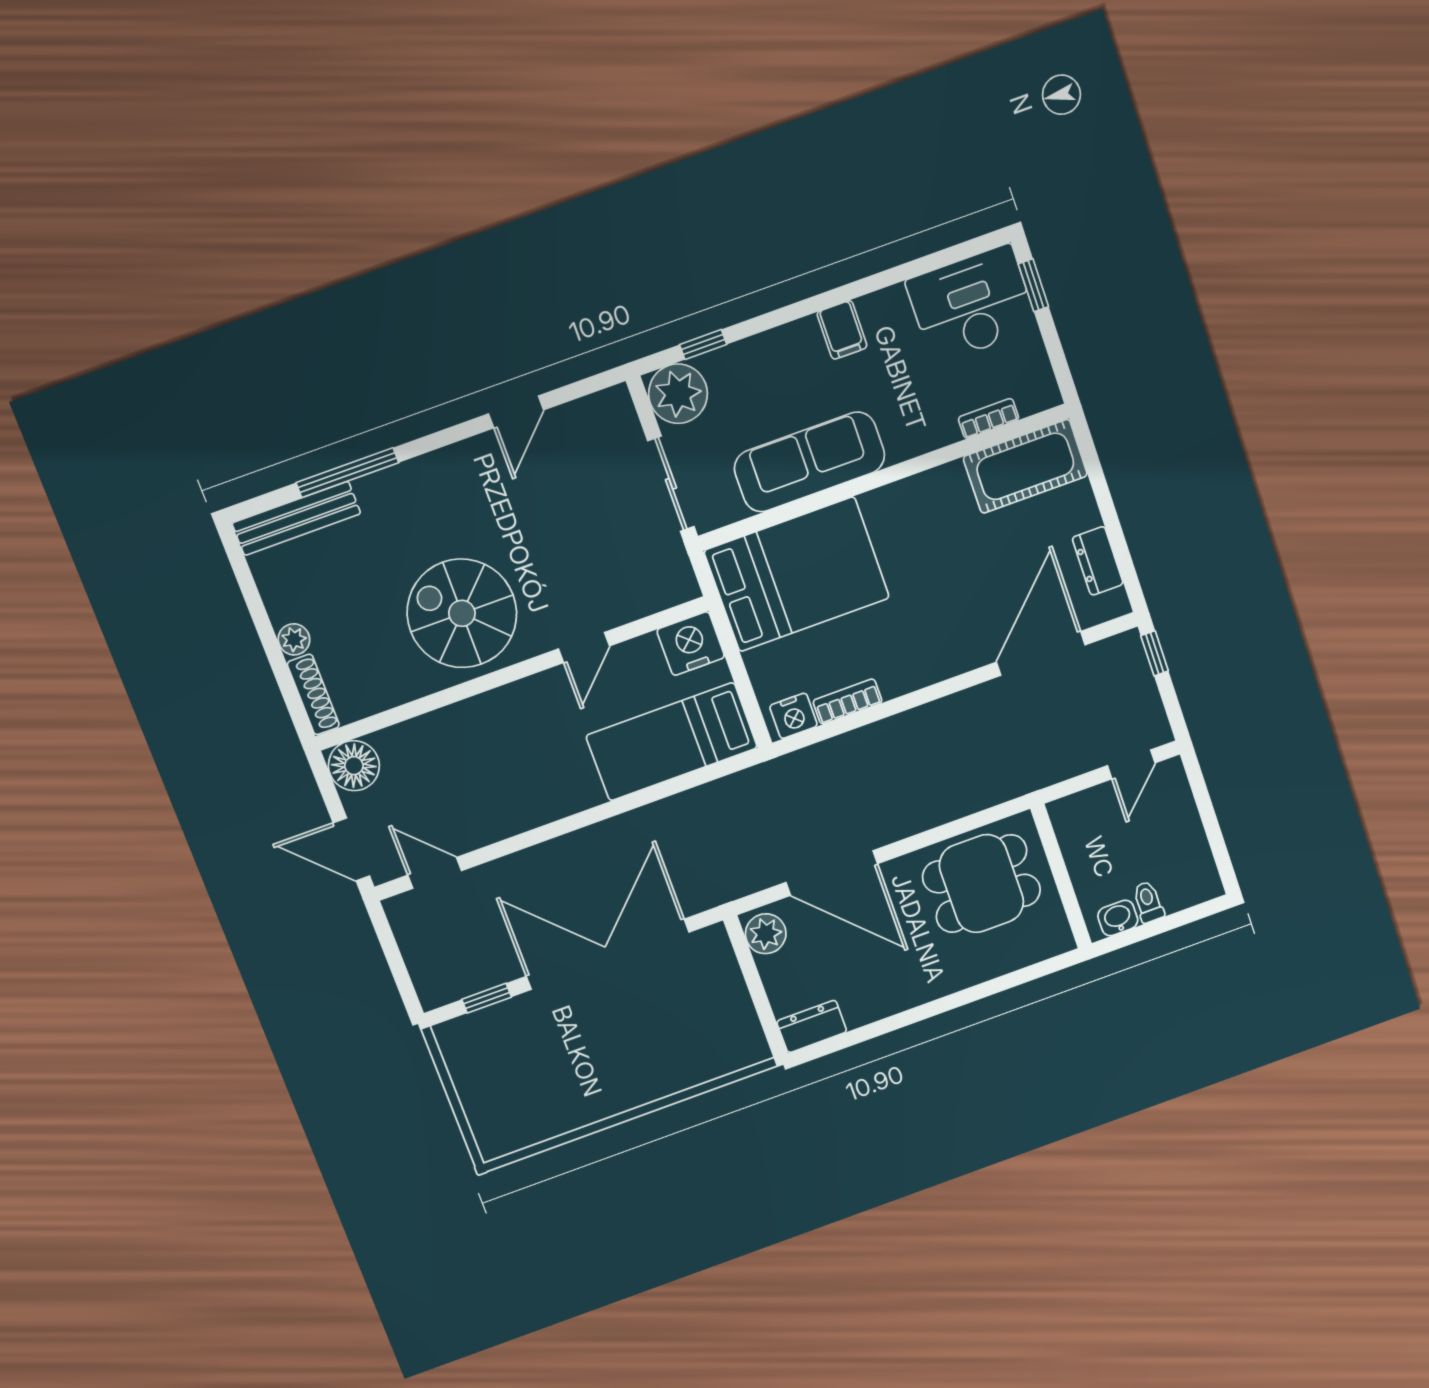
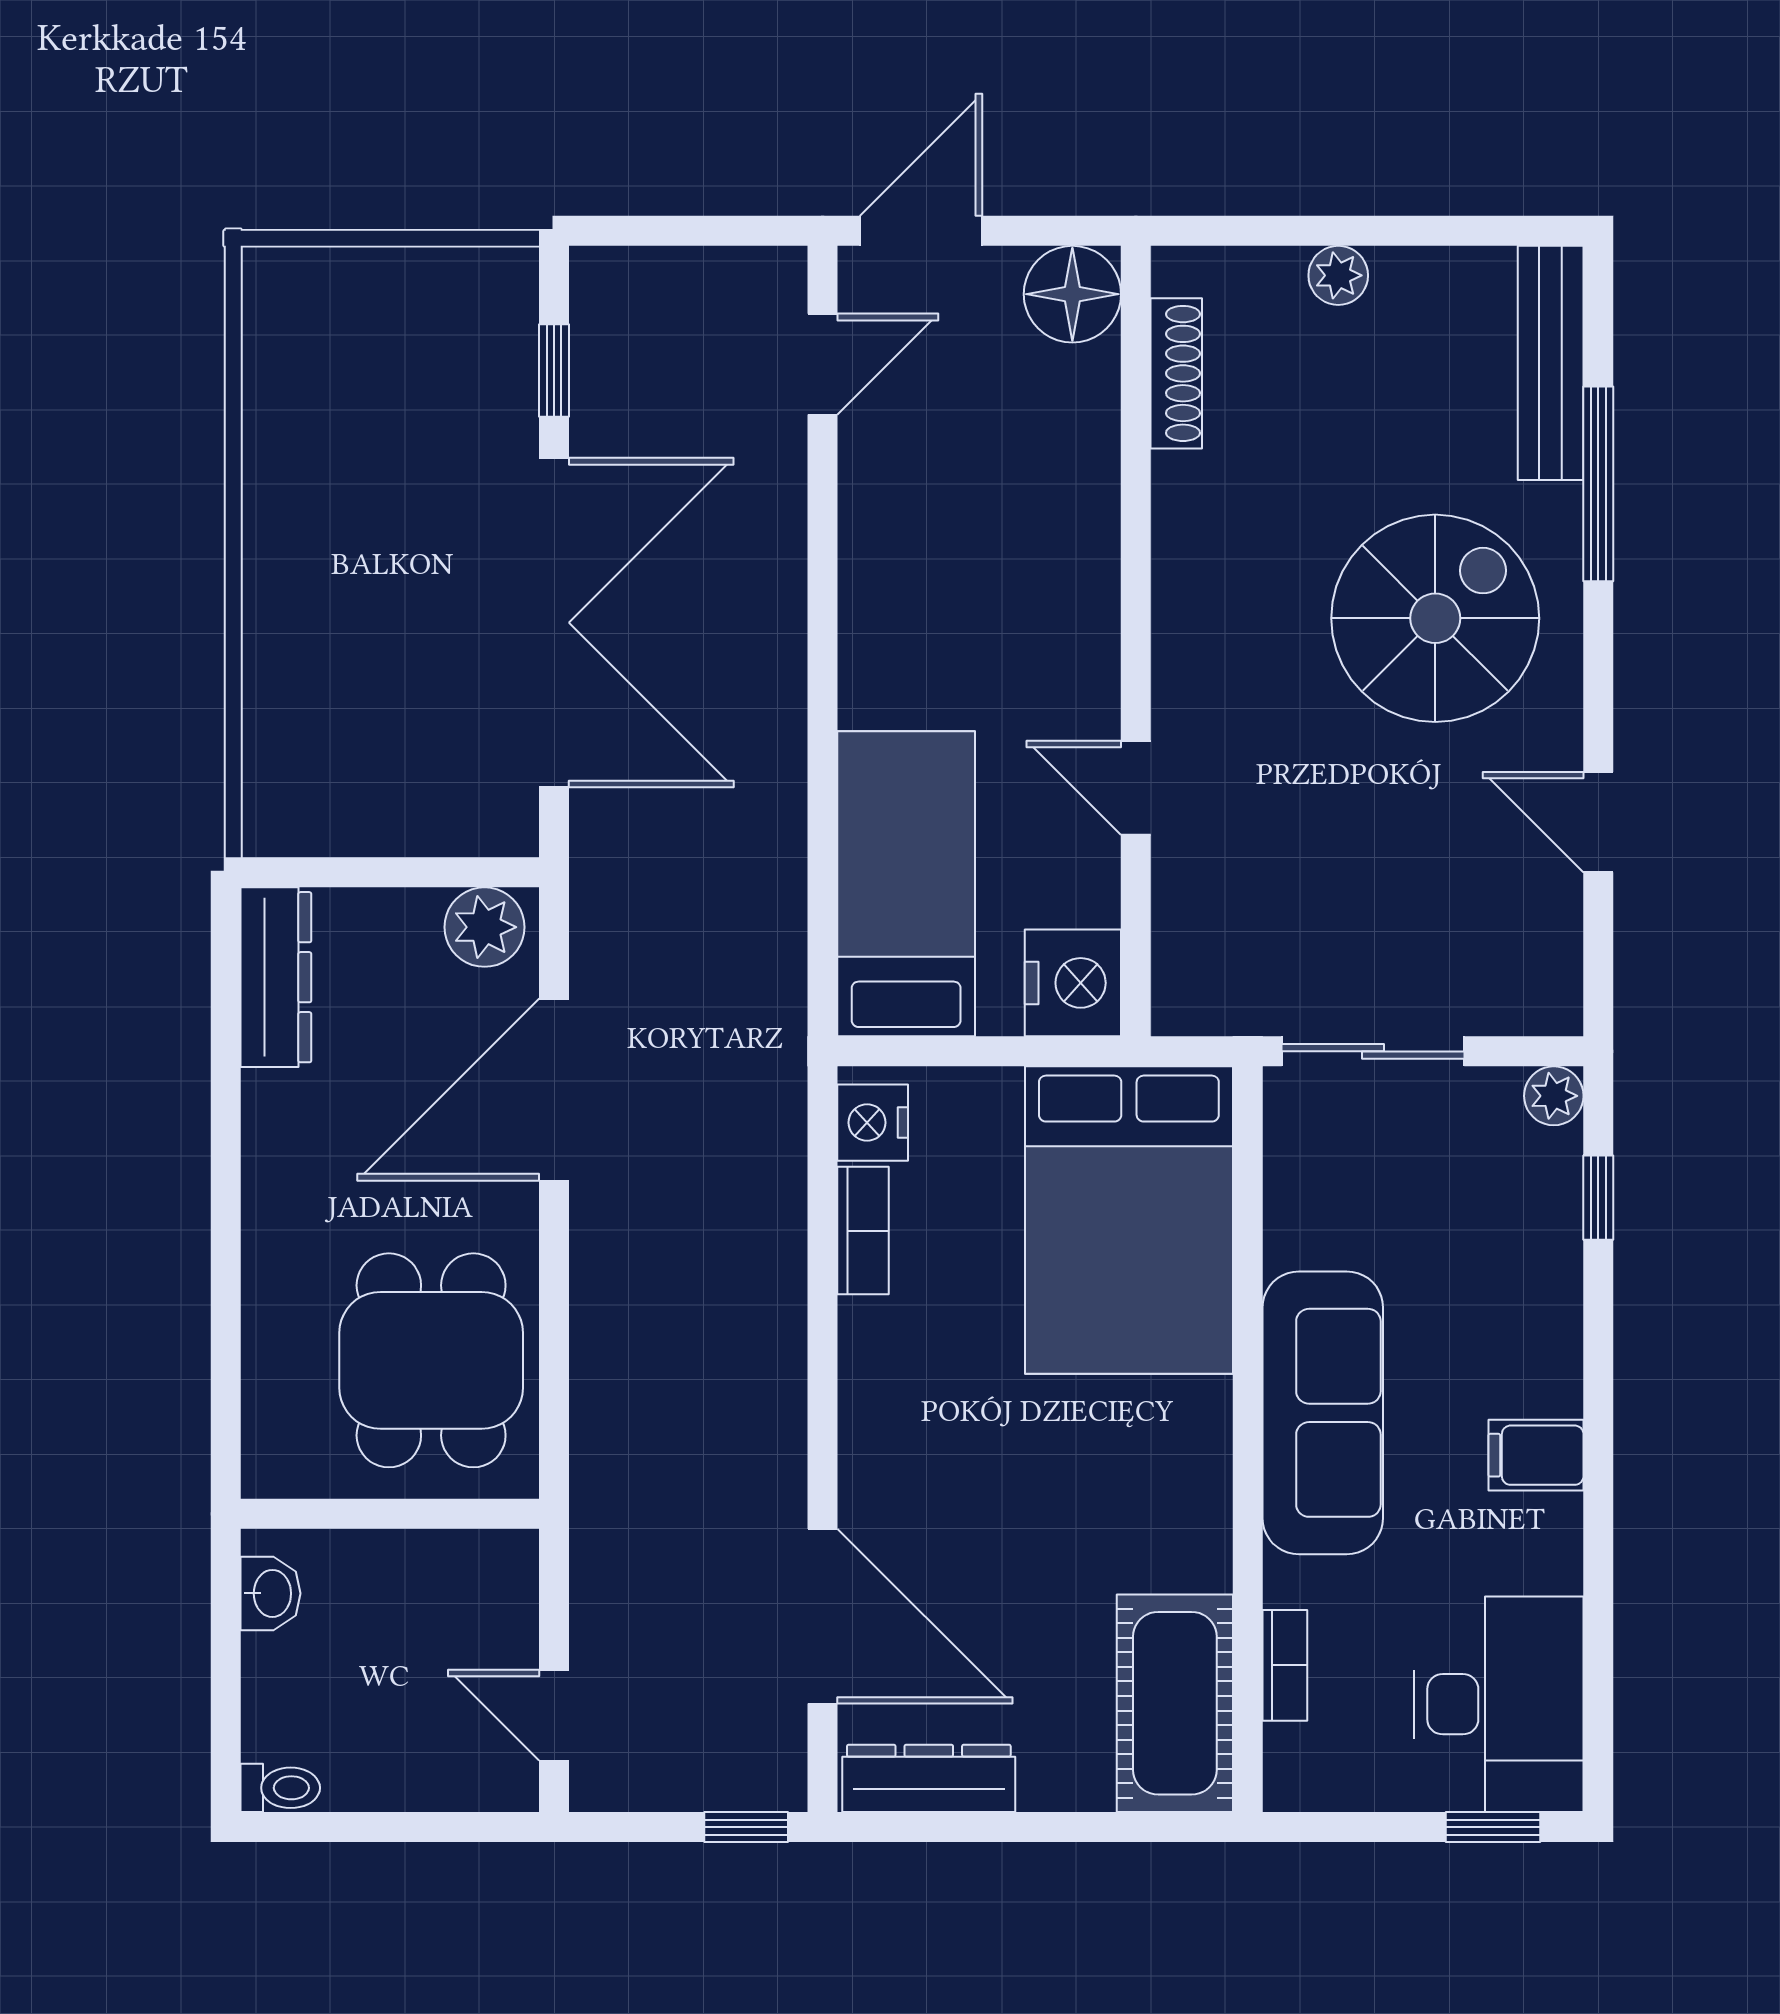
plant: (678, 394) -> (1554, 1096), width x0.53, depth x0.53
sofa: (809, 462) -> (1323, 1413), moved
dresser: (1098, 561) -> (929, 1778), width x1.44
spiral stairs: (462, 613) -> (1435, 618), moved
shoe rack: (313, 695) -> (1176, 373), moved, turned -90
toilet: (1148, 902) -> (280, 1788), moved
dresser: (812, 1026) -> (276, 977), width x1.44

